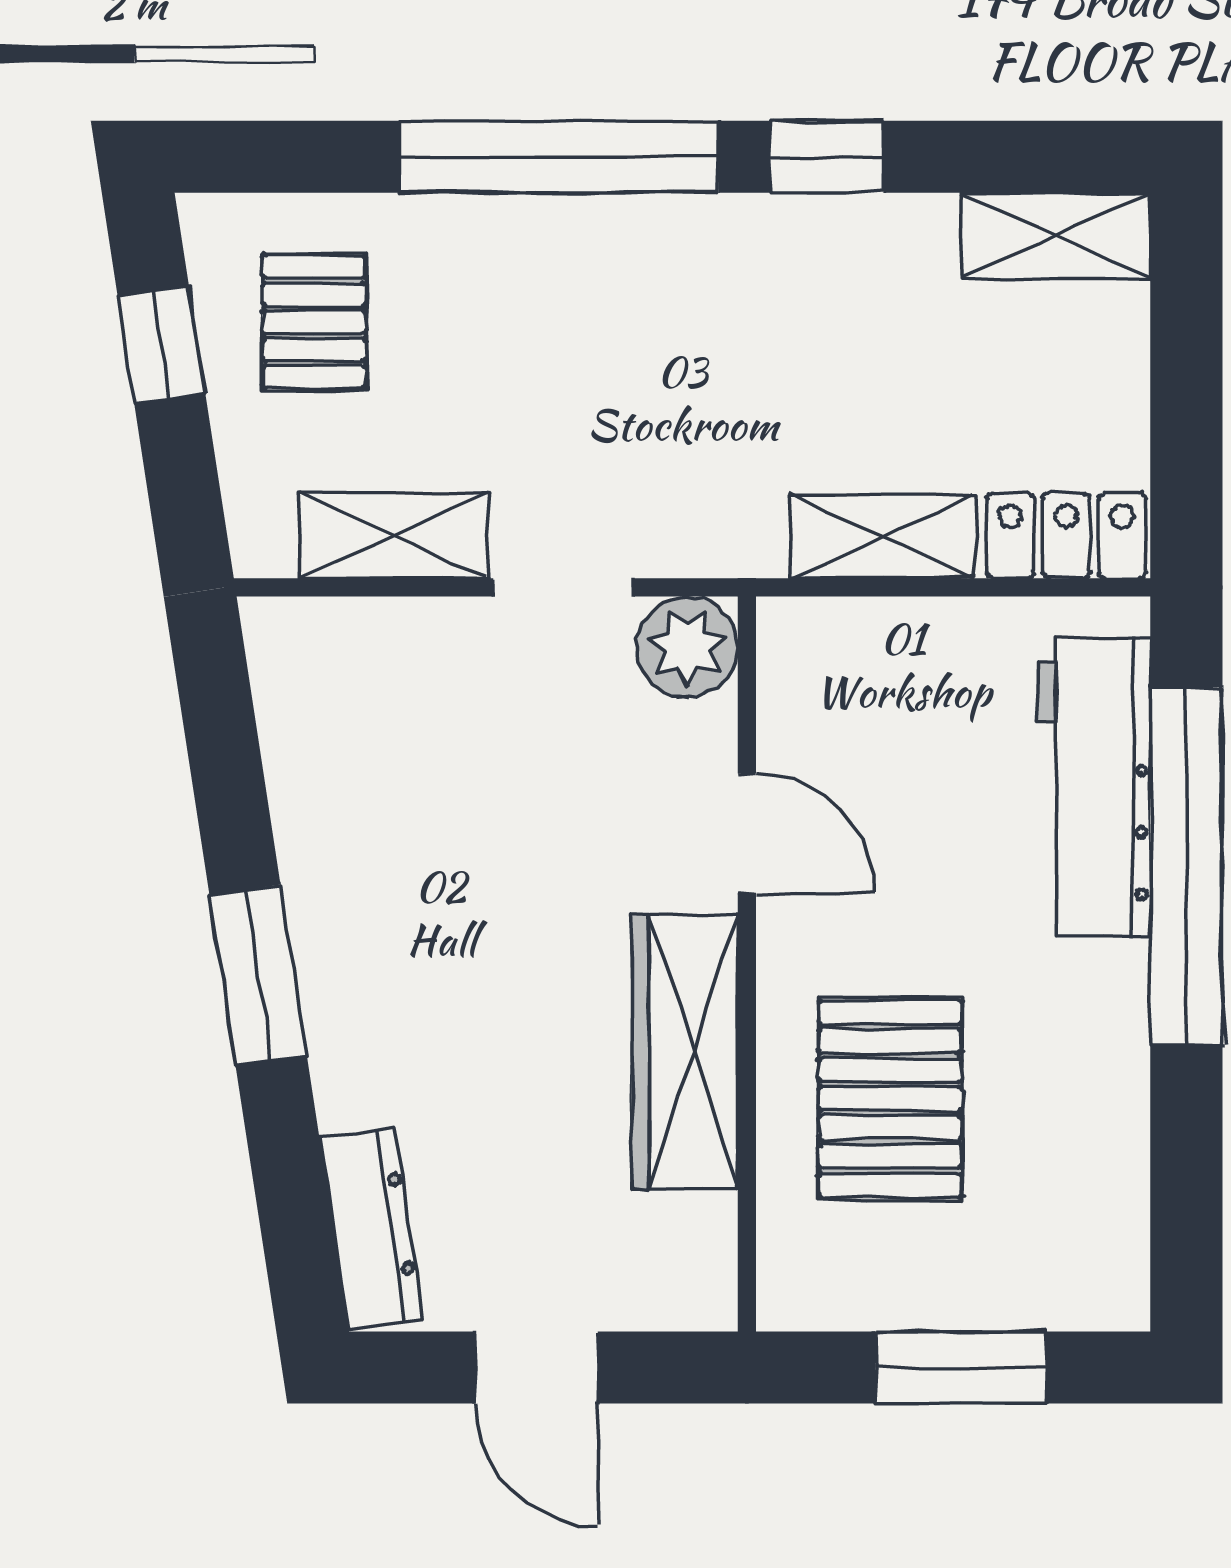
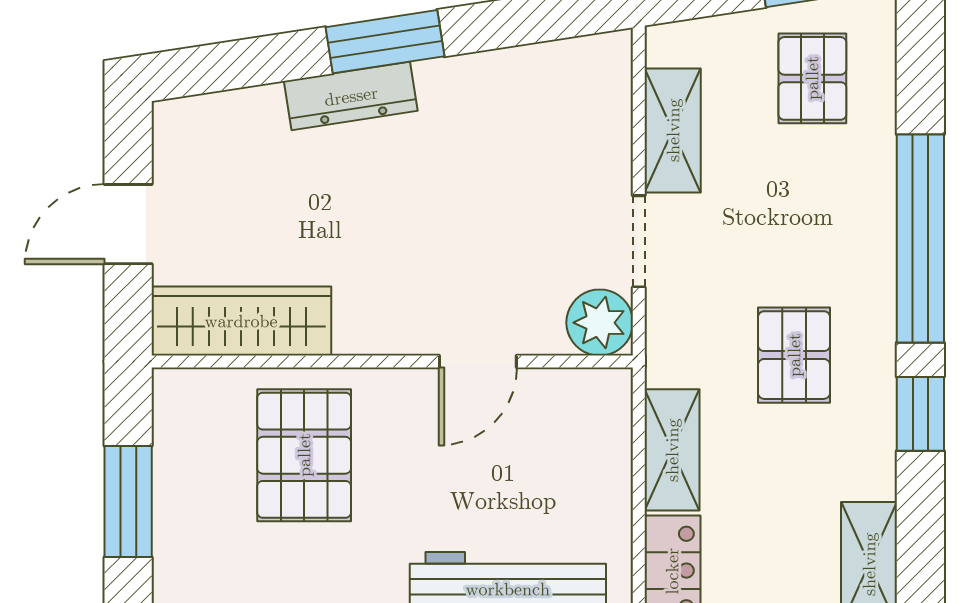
pallet: (314, 322) -> (812, 78), turned 90
pallet: (737, 350) -> (794, 355), added
wardrobe: (685, 1052) -> (241, 321), moved
pallet: (890, 1099) -> (304, 455), turned 90
dresser: (372, 1228) -> (351, 96), moved

